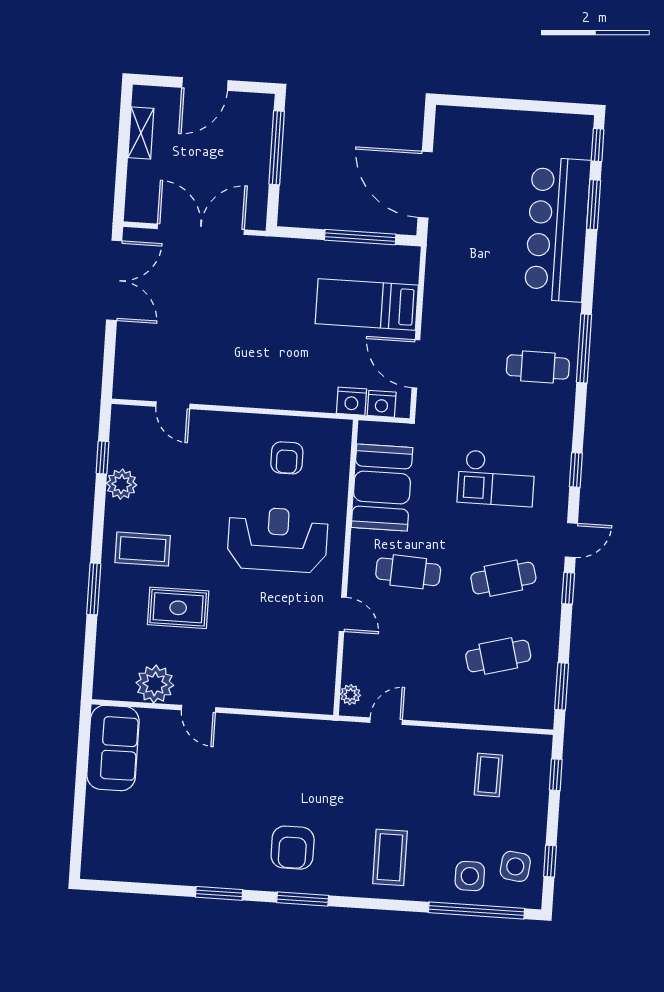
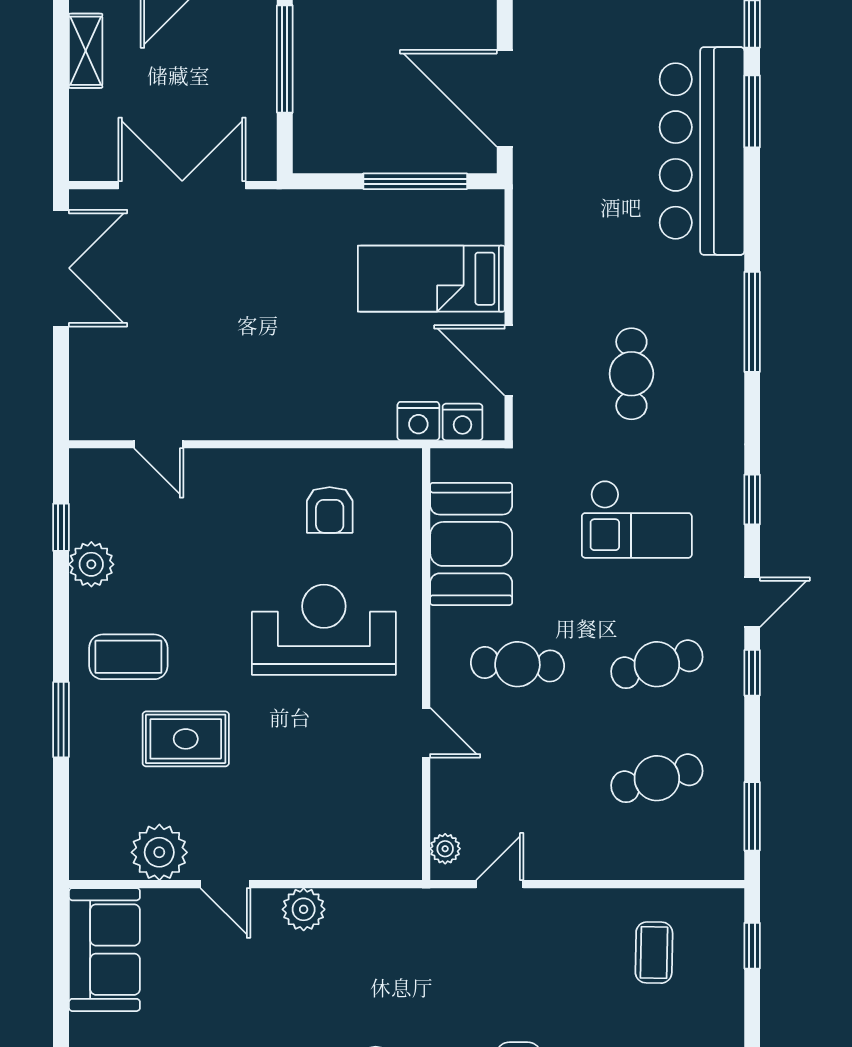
cafe table: (538, 367) -> (631, 374), moved, turned 90
plant: (251, 730) -> (304, 909), added

